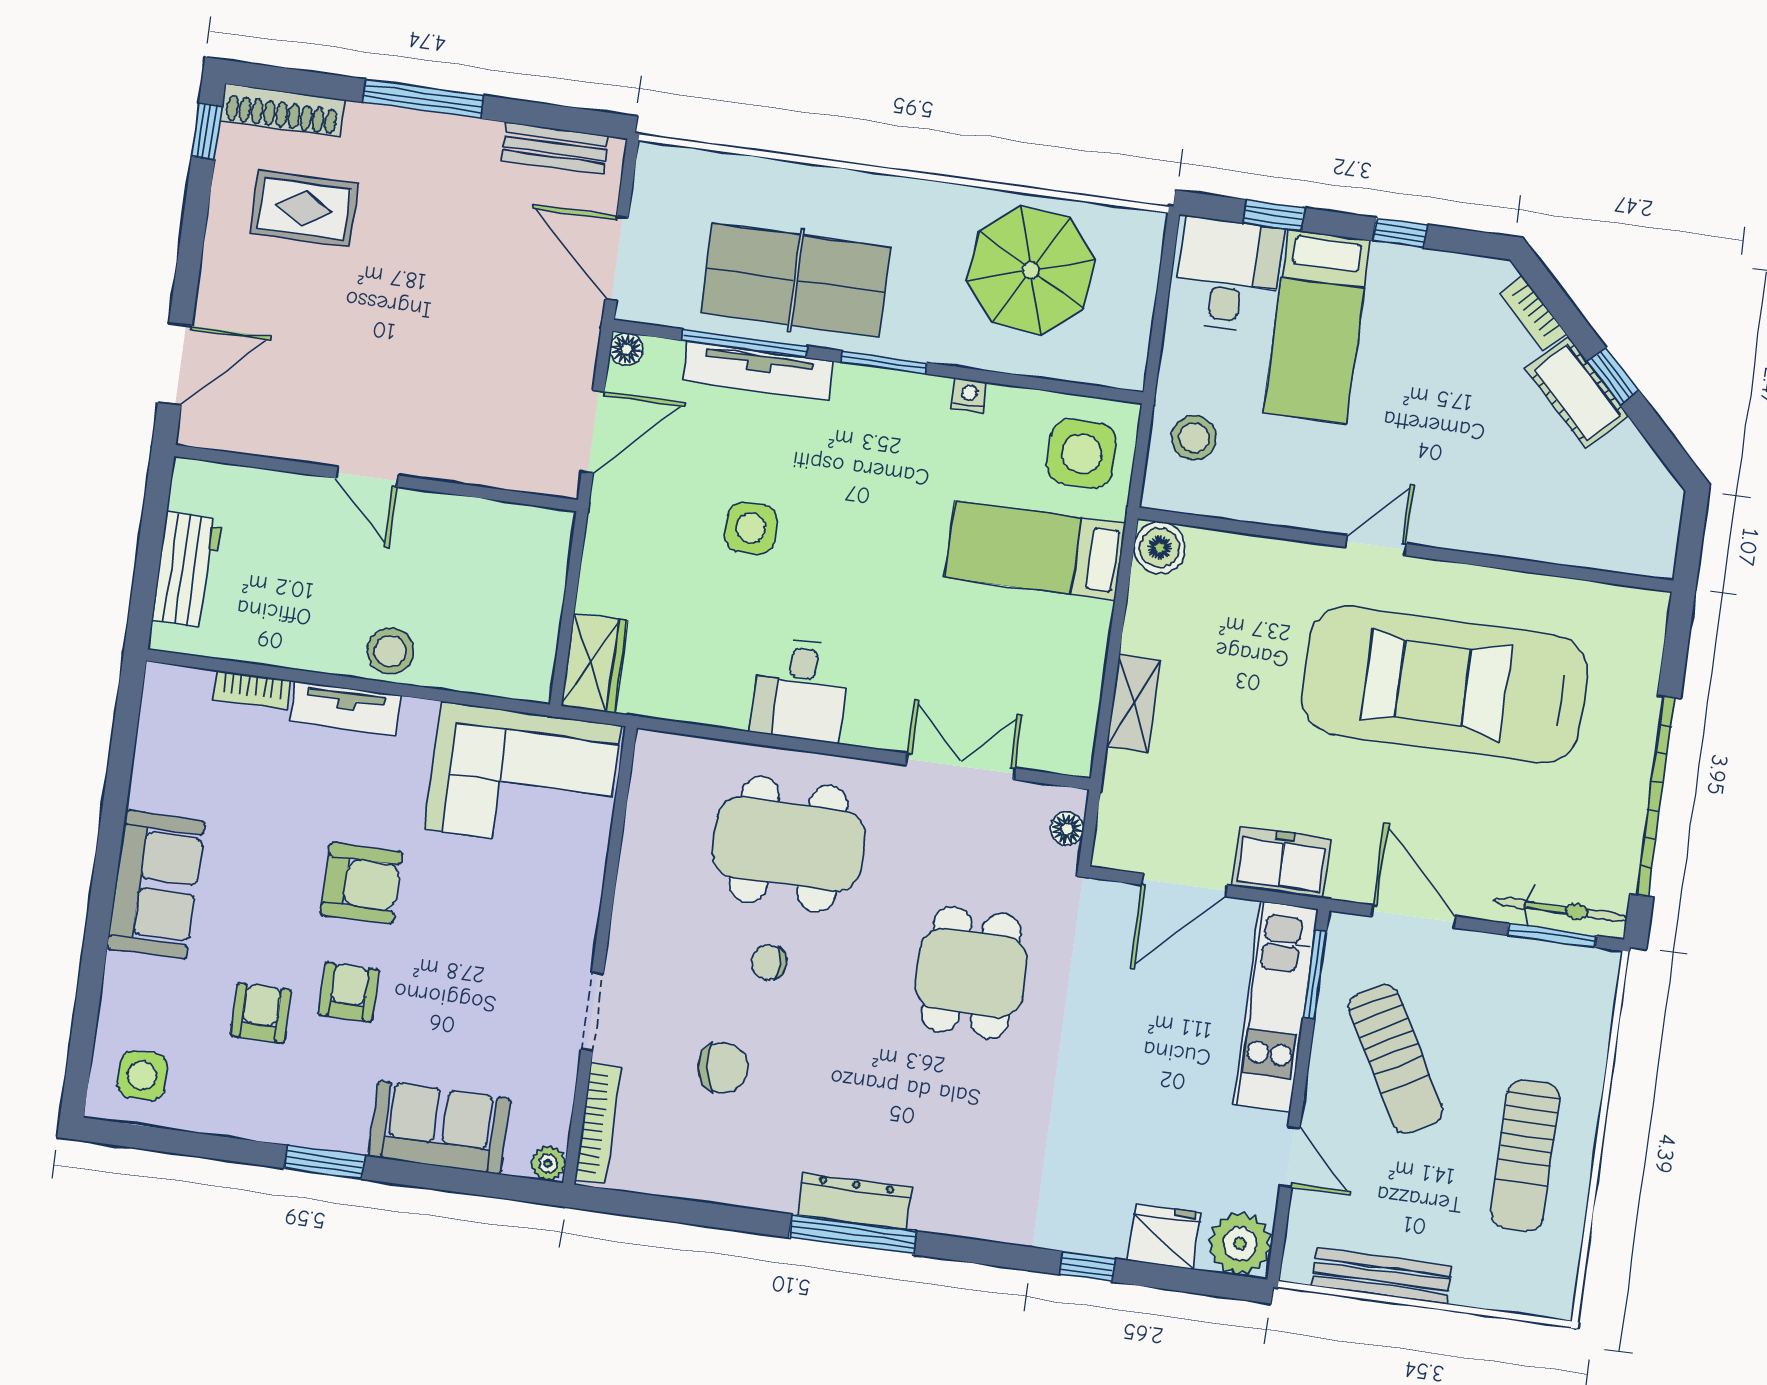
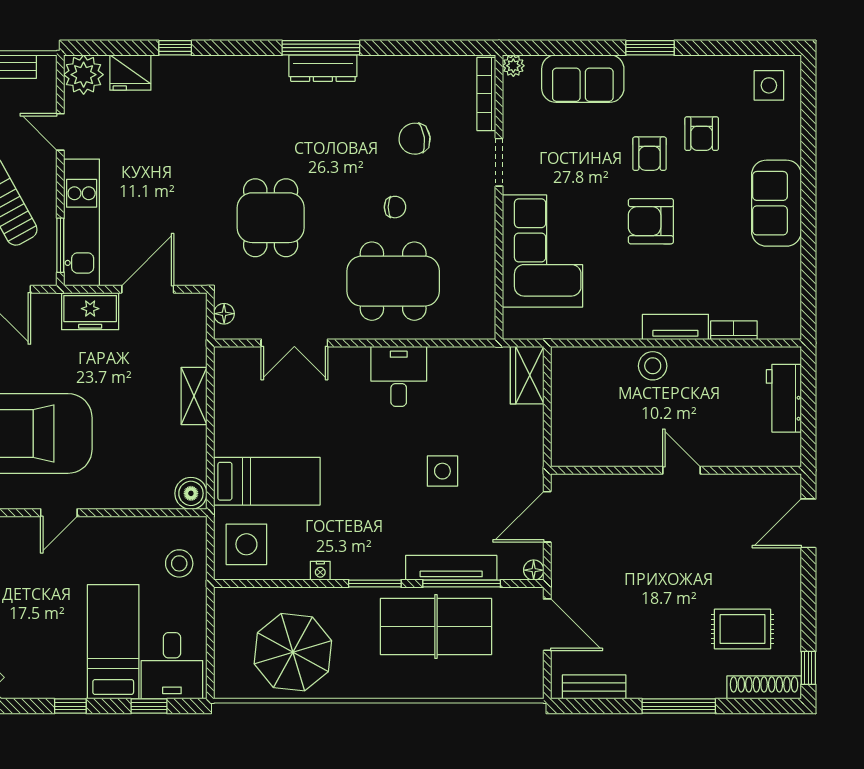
corner sofa: (523, 778) -> (543, 251), moved, turned 90

